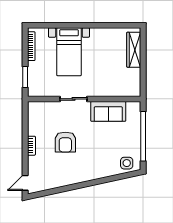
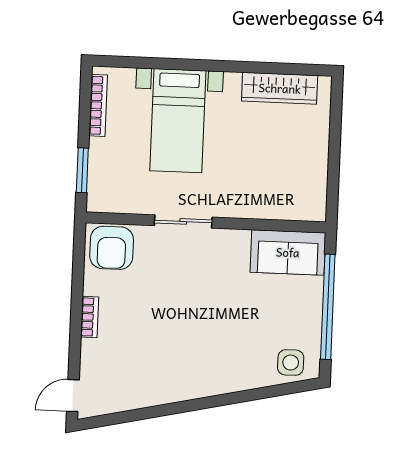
wardrobe: (134, 50) -> (280, 88), moved, turned -90
sofa: (108, 111) -> (288, 252), moved
armchair: (65, 142) -> (112, 248), moved

